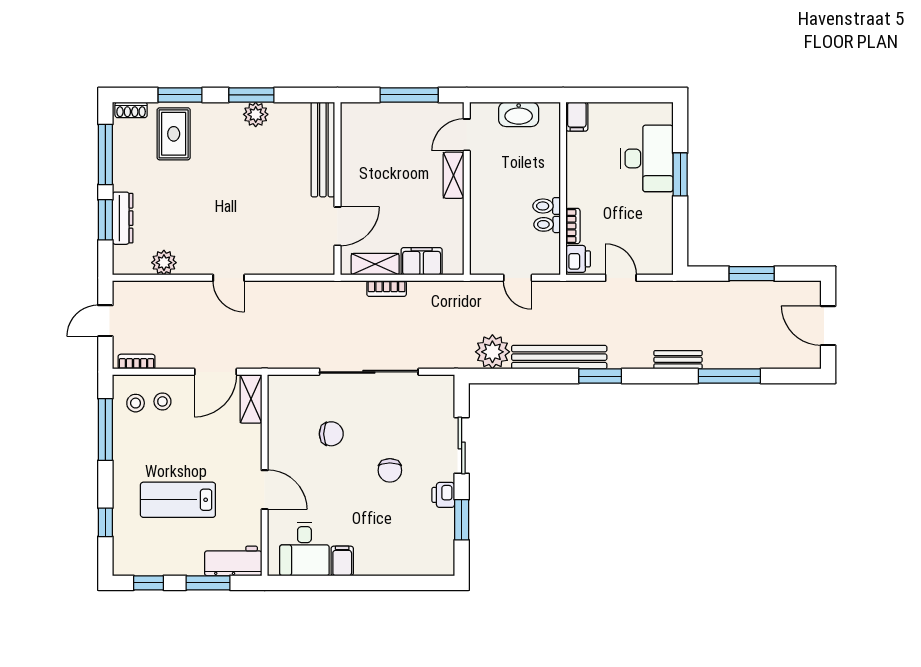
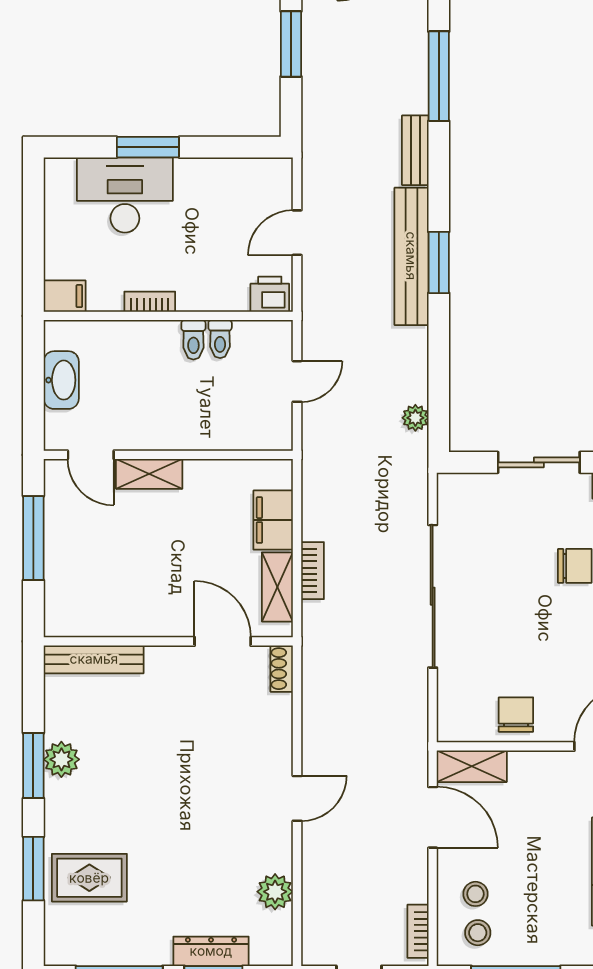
shoe rack: (131, 110) -> (282, 669), moved, turned 180
bench: (323, 149) -> (94, 659), width x0.73, depth x0.82
bookcase: (573, 226) -> (150, 302), moved
plant: (492, 352) -> (415, 418), width x0.53, depth x0.53
bench: (559, 357) -> (411, 256), moved
chair: (331, 434) -> (516, 715), moved

